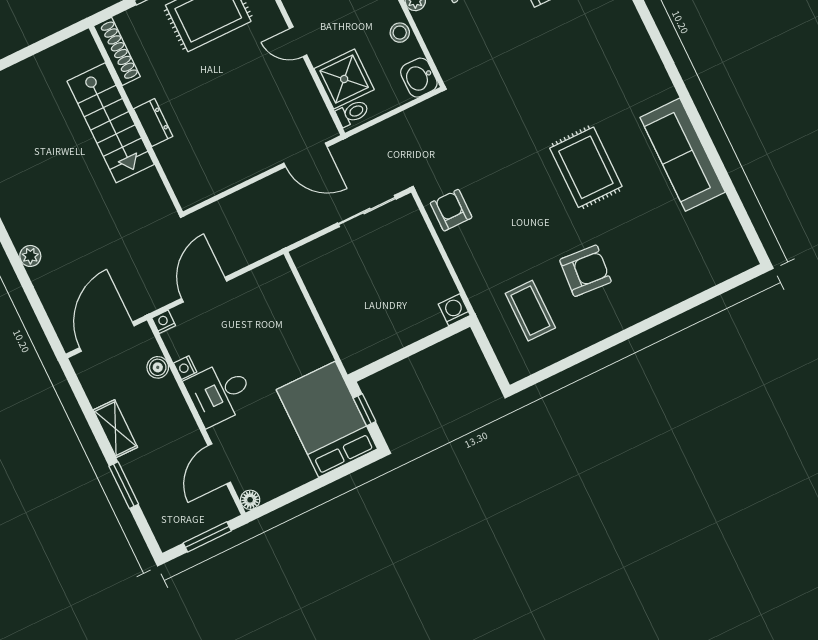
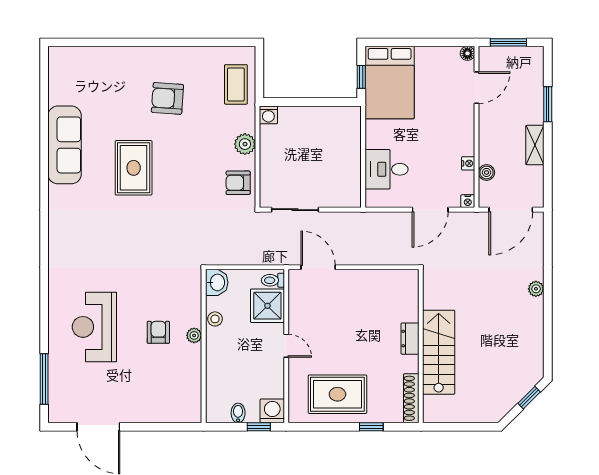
armchair: (451, 210) -> (238, 183), turned 90
plant: (466, 261) -> (245, 144), added
coffee table: (530, 311) -> (236, 84), moved
desk: (220, 393) -> (387, 169), moved, turned 180

